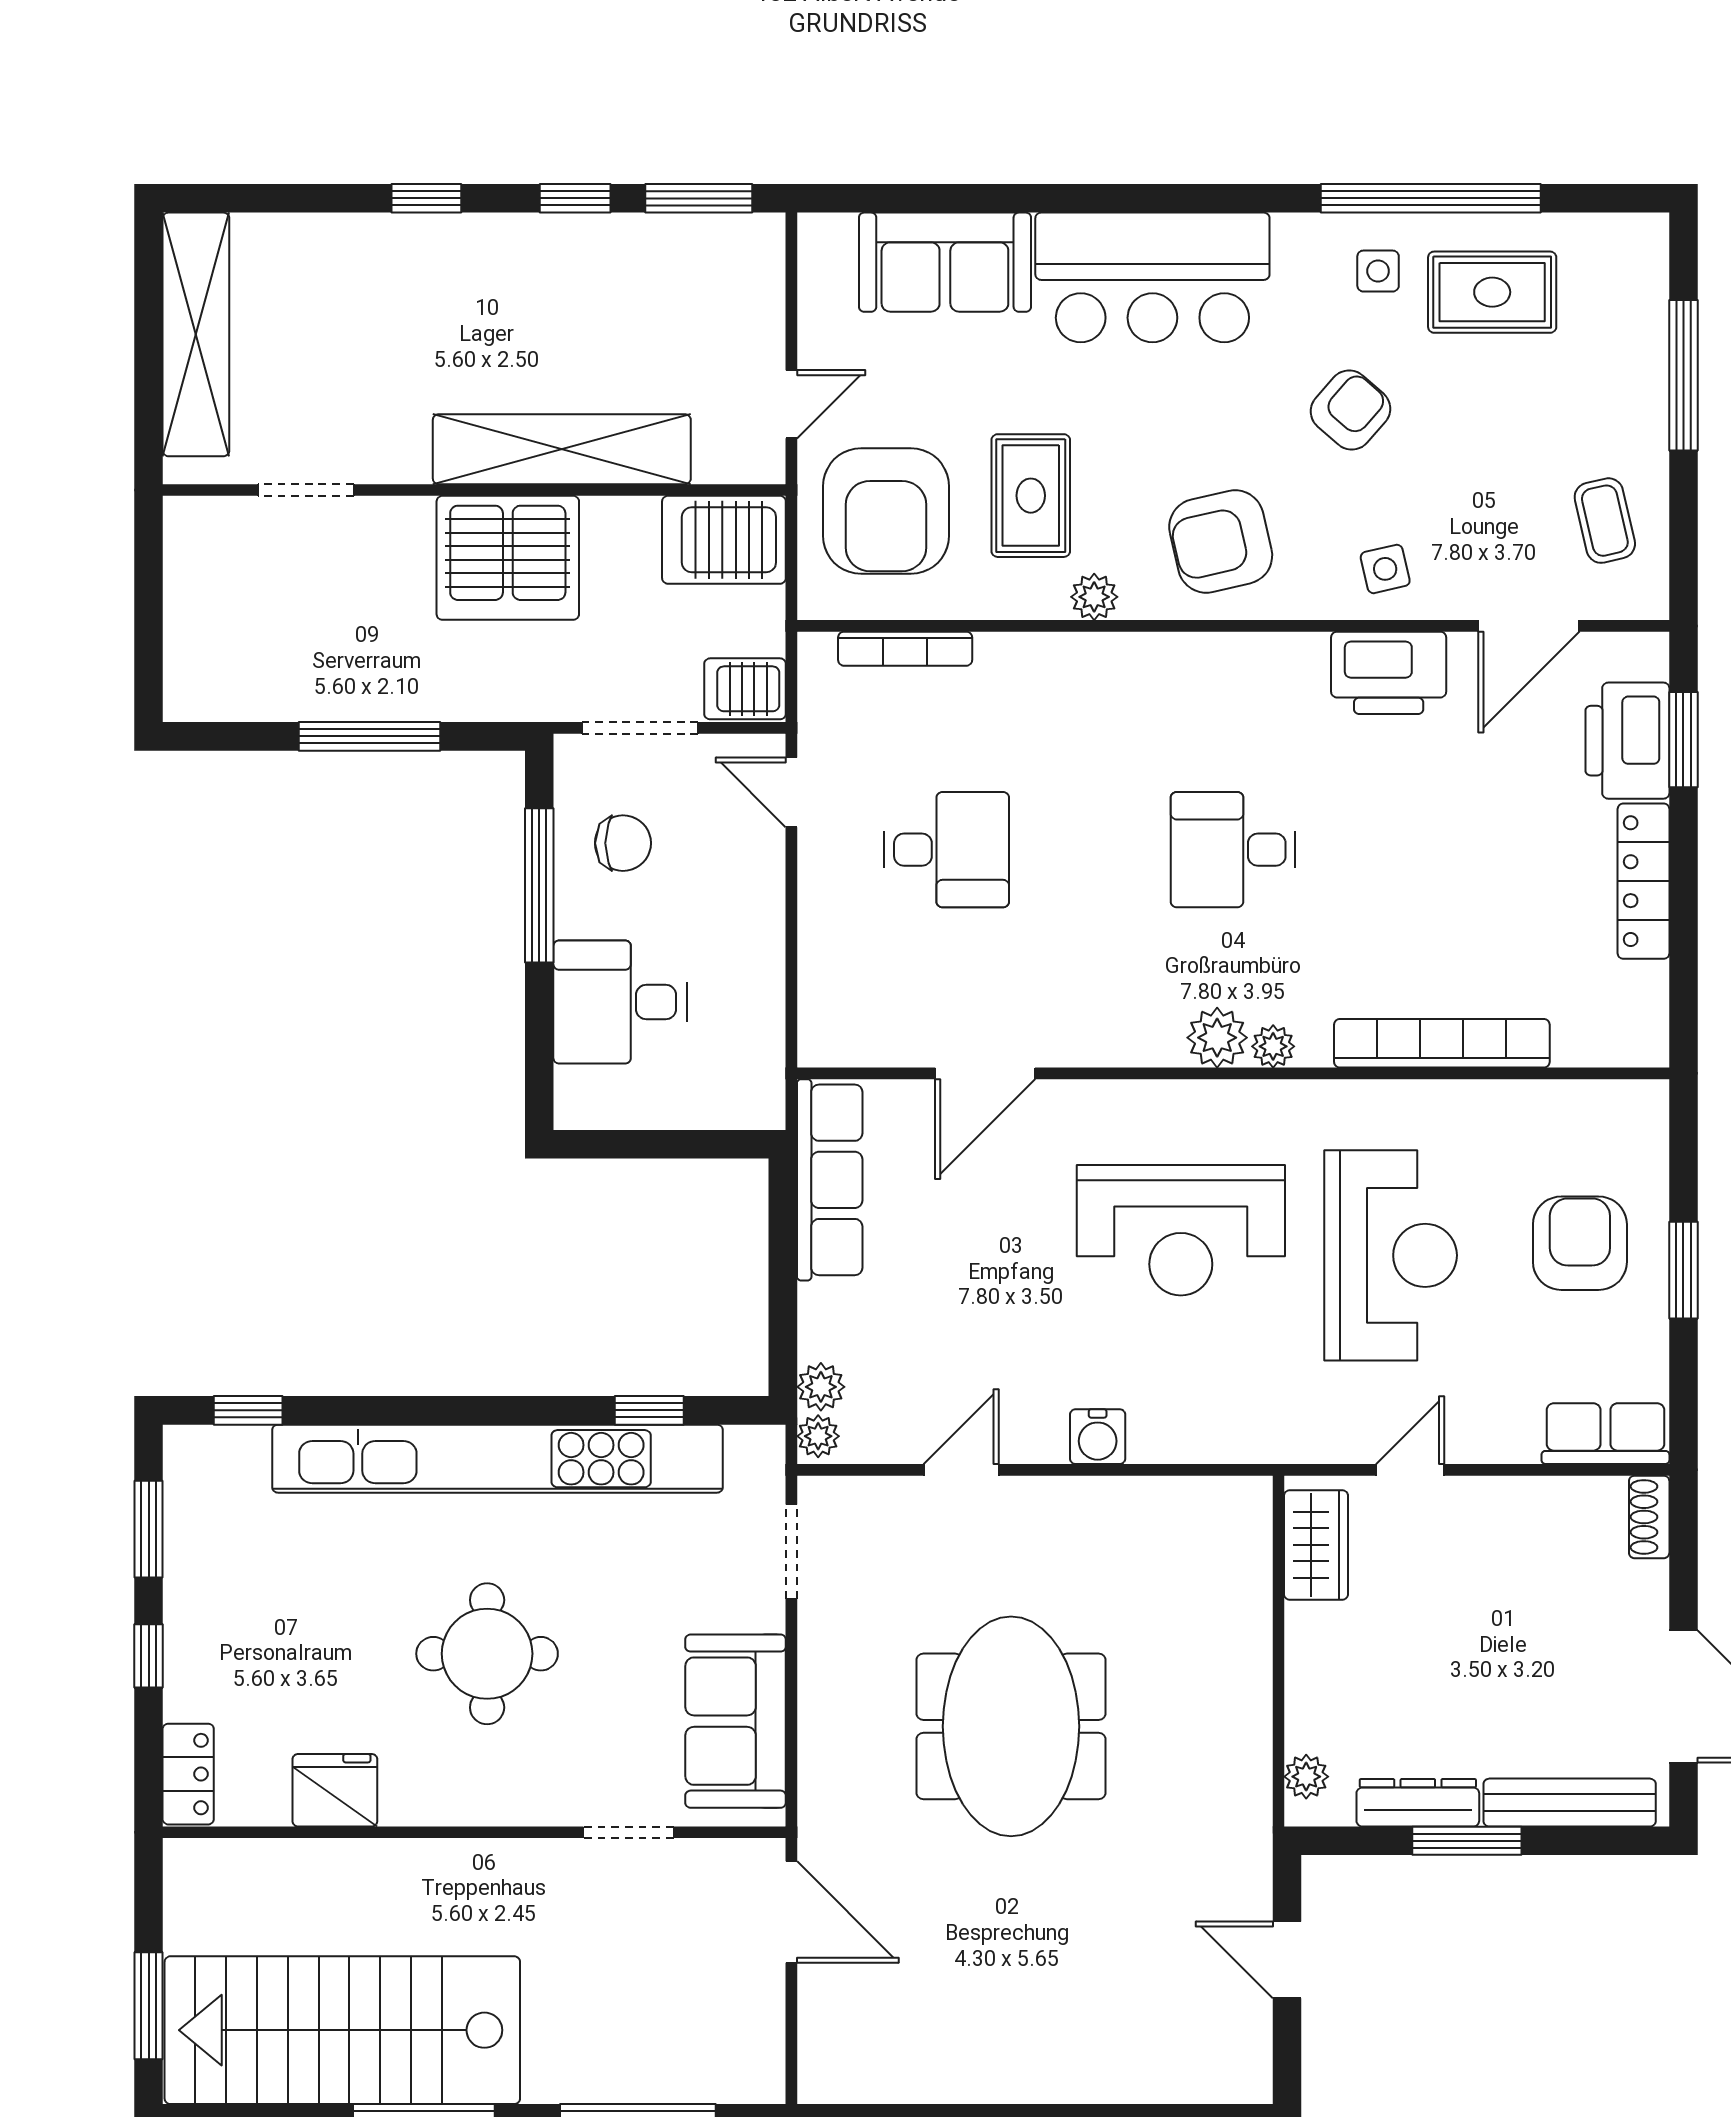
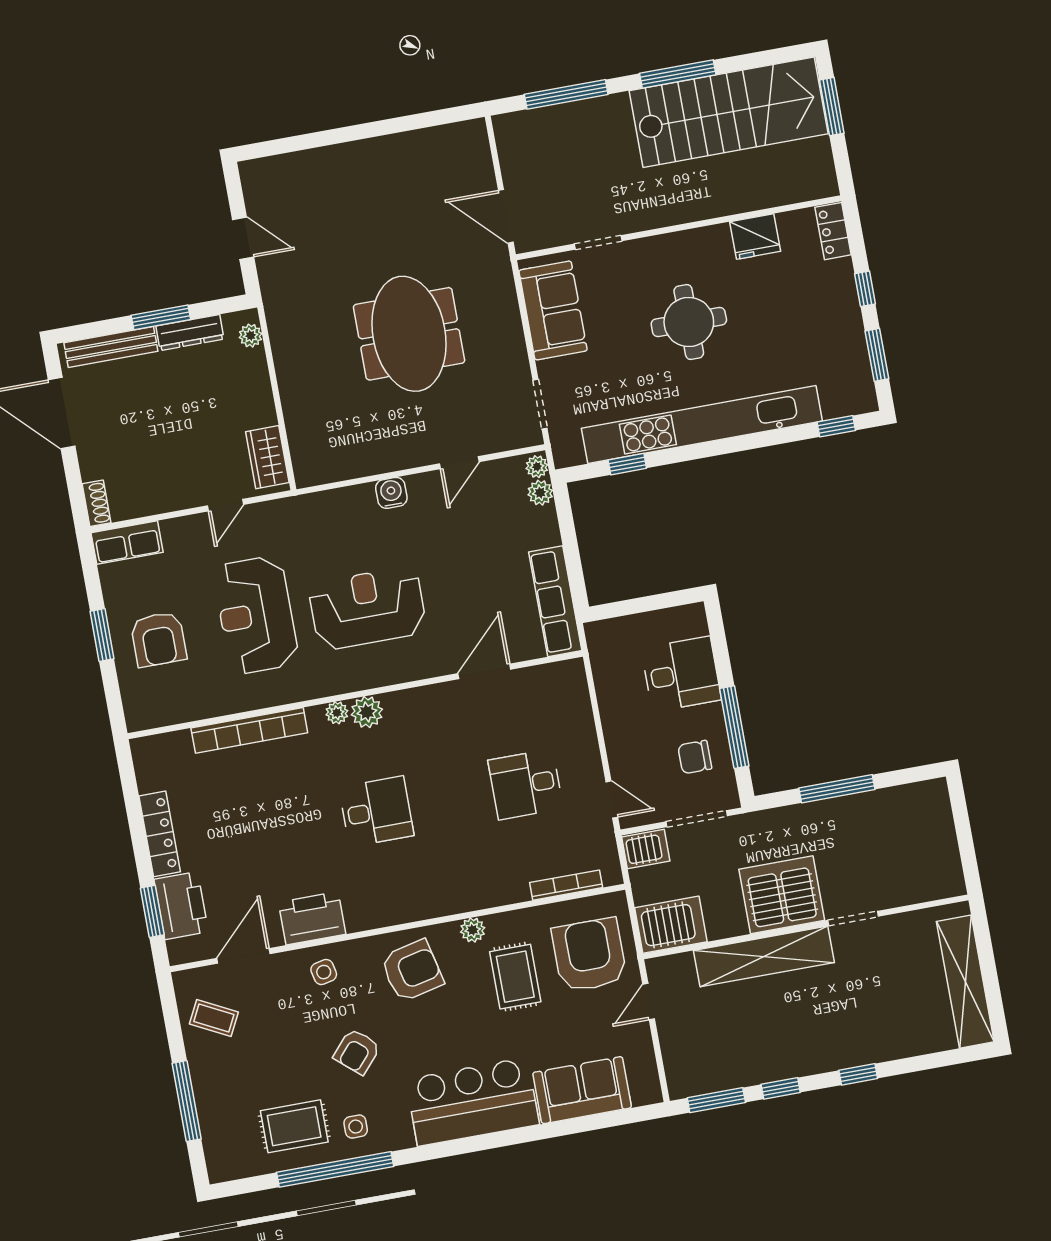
doorway: (306, 490) -> (853, 918), moved
coffee table: (1605, 521) -> (214, 1018), turned -50

